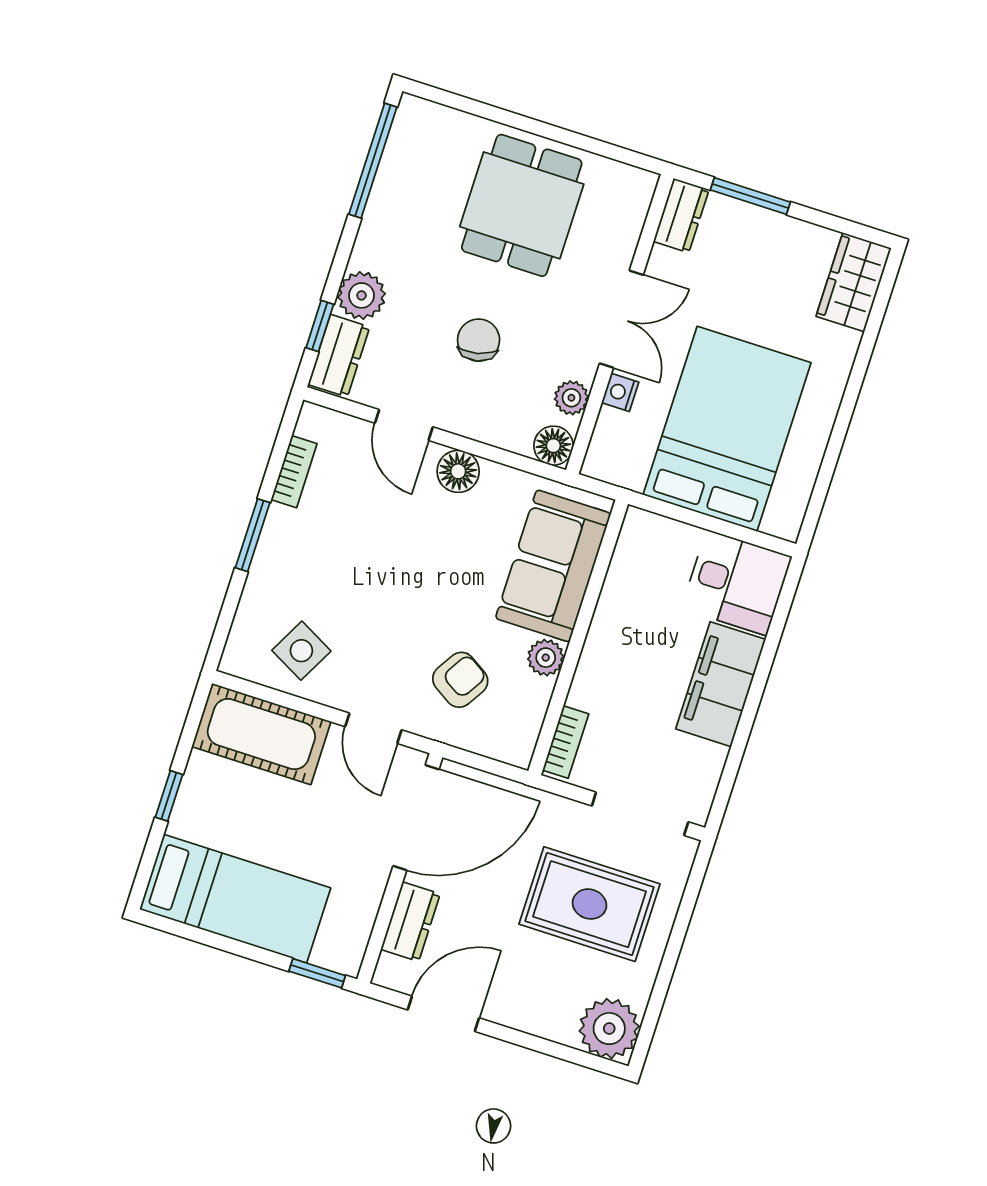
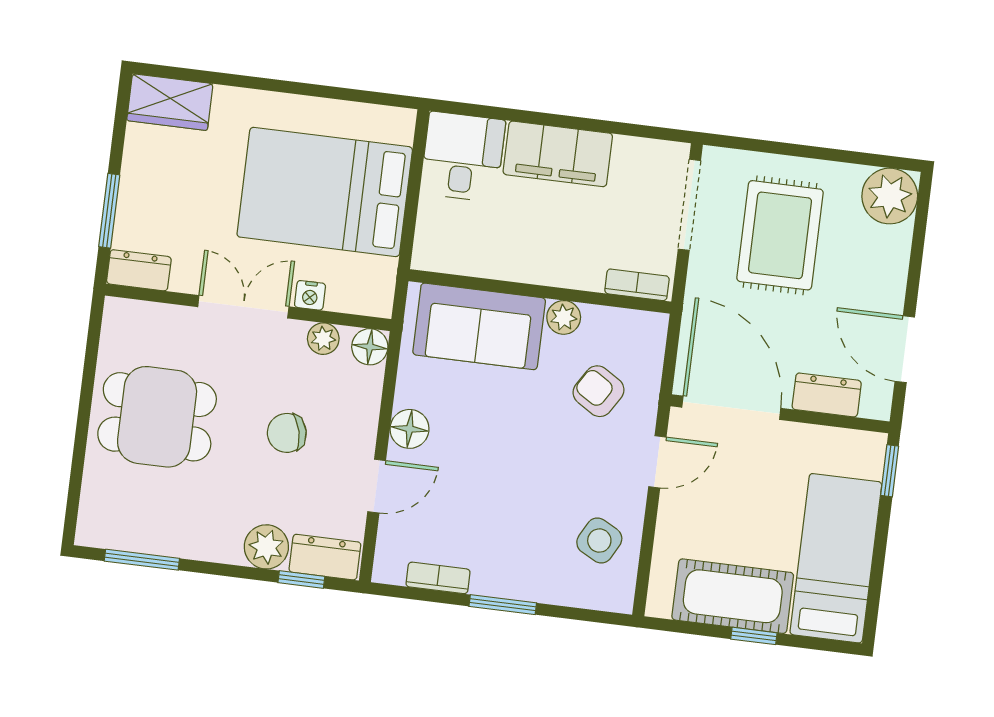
window: (373, 161) -> (142, 560), width x0.69
cot: (261, 734) -> (733, 596), moved, turned 90

